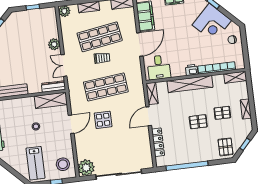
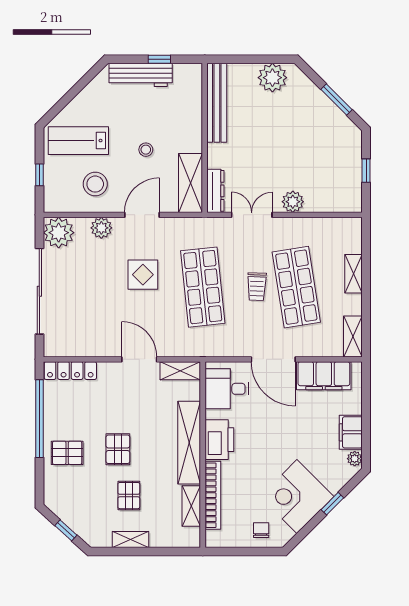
plant: (64, 11) -> (101, 228), moved
printer: (192, 70) -> (219, 440), width x1.87, depth x1.48
shelving: (235, 77) -> (191, 506), moved
door: (71, 124) -> (142, 215), swing flipped
locker: (158, 142) -> (70, 371), moved
pallet: (225, 147) -> (67, 453), moved
stool: (63, 164) -> (95, 184), moved

